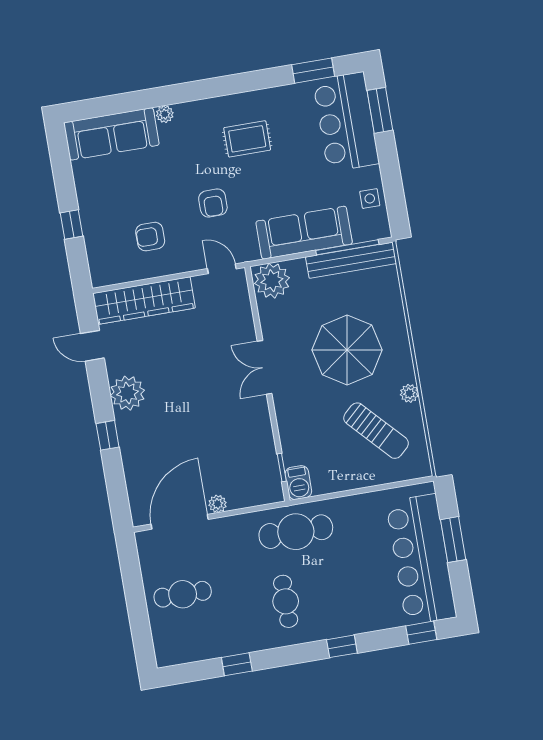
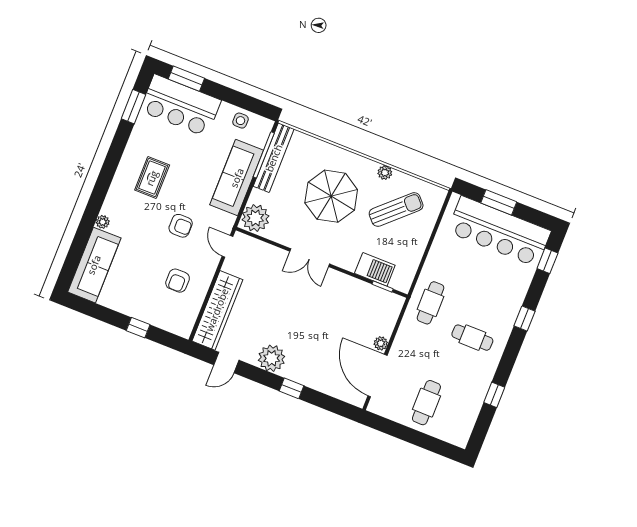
door: (222, 269) -> (227, 246), hinge flipped
barbecue: (298, 483) -> (375, 269), moved, width x1.38, depth x1.27
cafe table: (296, 532) -> (430, 303), width x0.73, depth x0.74

